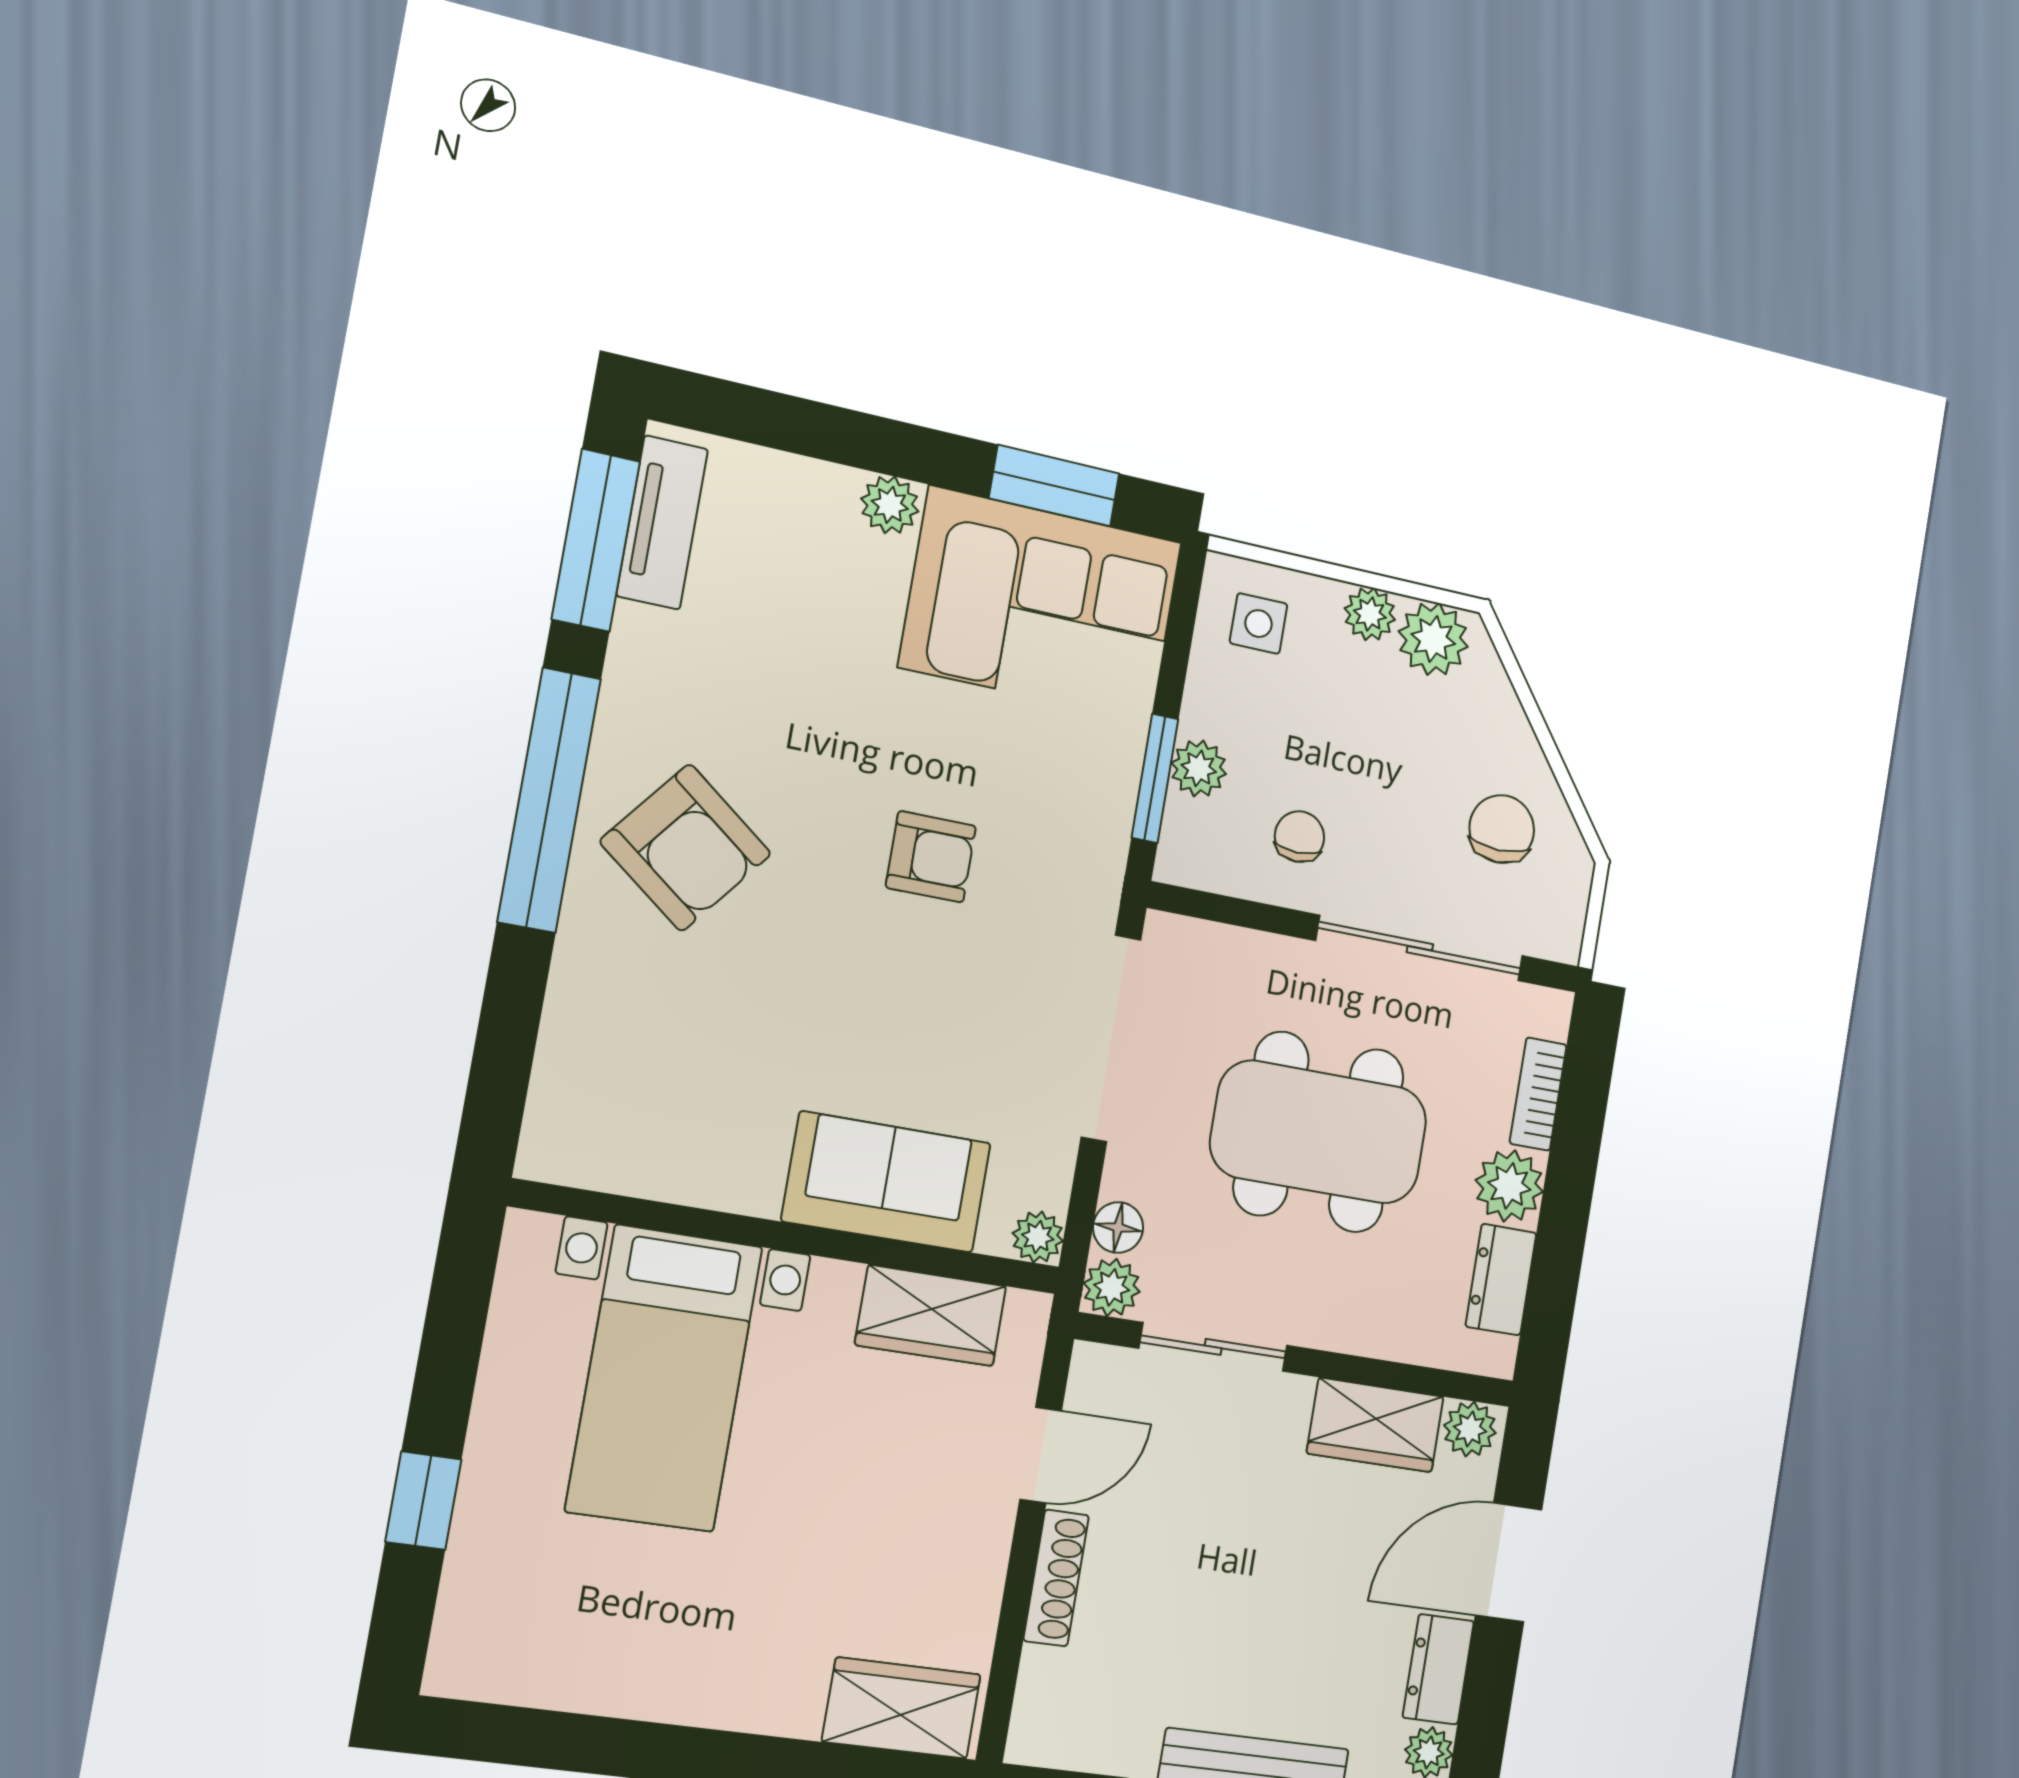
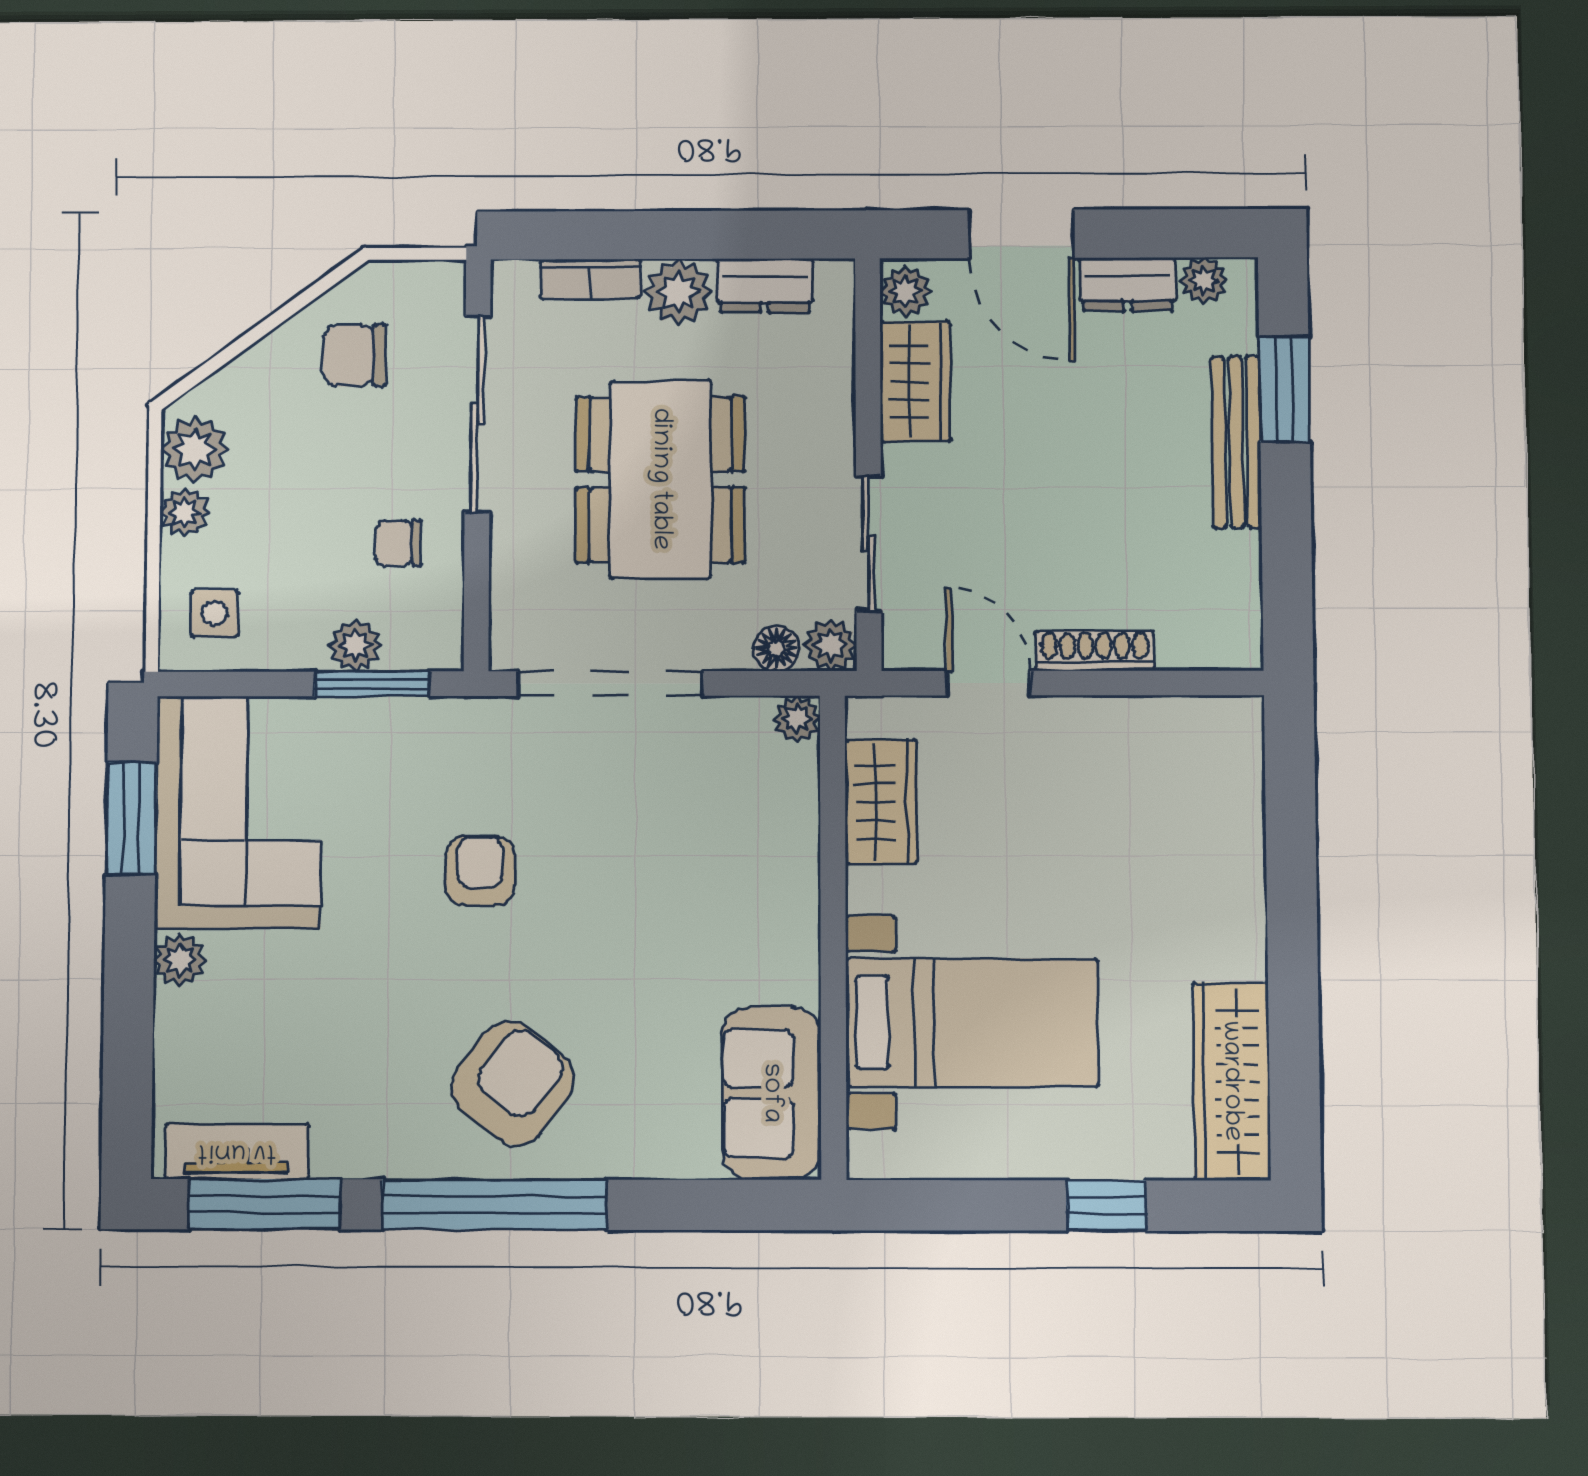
sofa: (886, 1182) -> (771, 1093), moved
wardrobe: (902, 1708) -> (1231, 1081), moved, width x1.50

